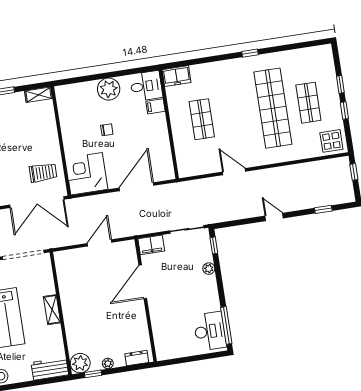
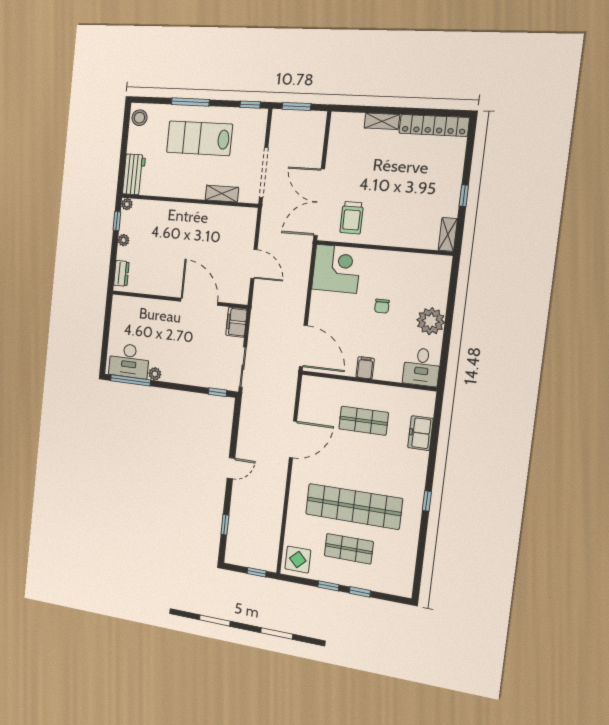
freezer: (177, 76) -> (420, 433), moved
filing cabinet: (156, 106) -> (365, 368), moved
door: (234, 172) -> (293, 439), width x1.36
door: (137, 187) -> (303, 346), moved
plant: (209, 269) -> (155, 374), moved
shelving: (52, 310) -> (222, 194), moved
plant: (80, 363) -> (127, 204), width x0.53, depth x0.53

